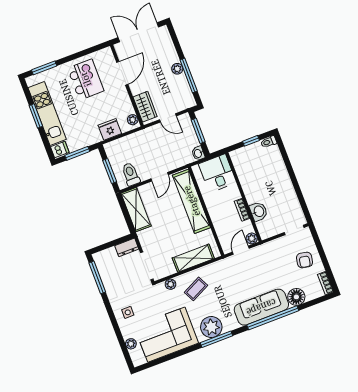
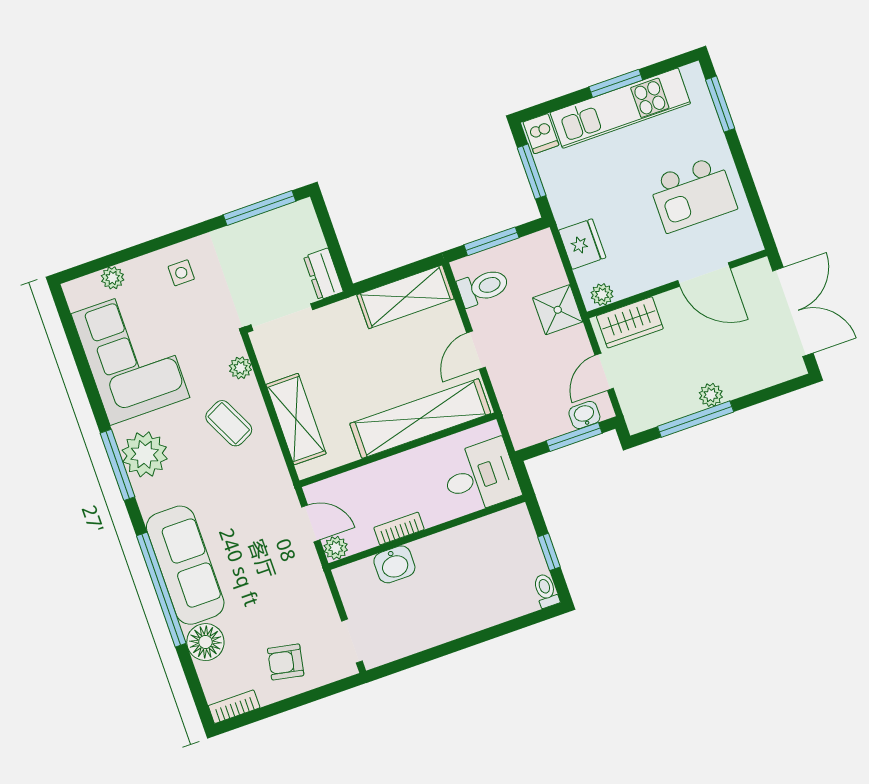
shower: (140, 140) -> (558, 310), added
washbasin: (198, 153) -> (584, 415), moved
door: (160, 177) -> (476, 350), hinge flipped

